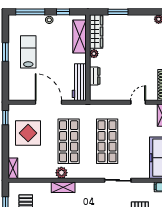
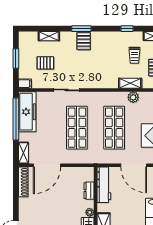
door: (138, 102) -> (47, 165), width x1.87
plant: (61, 173) -> (133, 97), moved
shelving: (63, 187) -> (130, 83), moved

